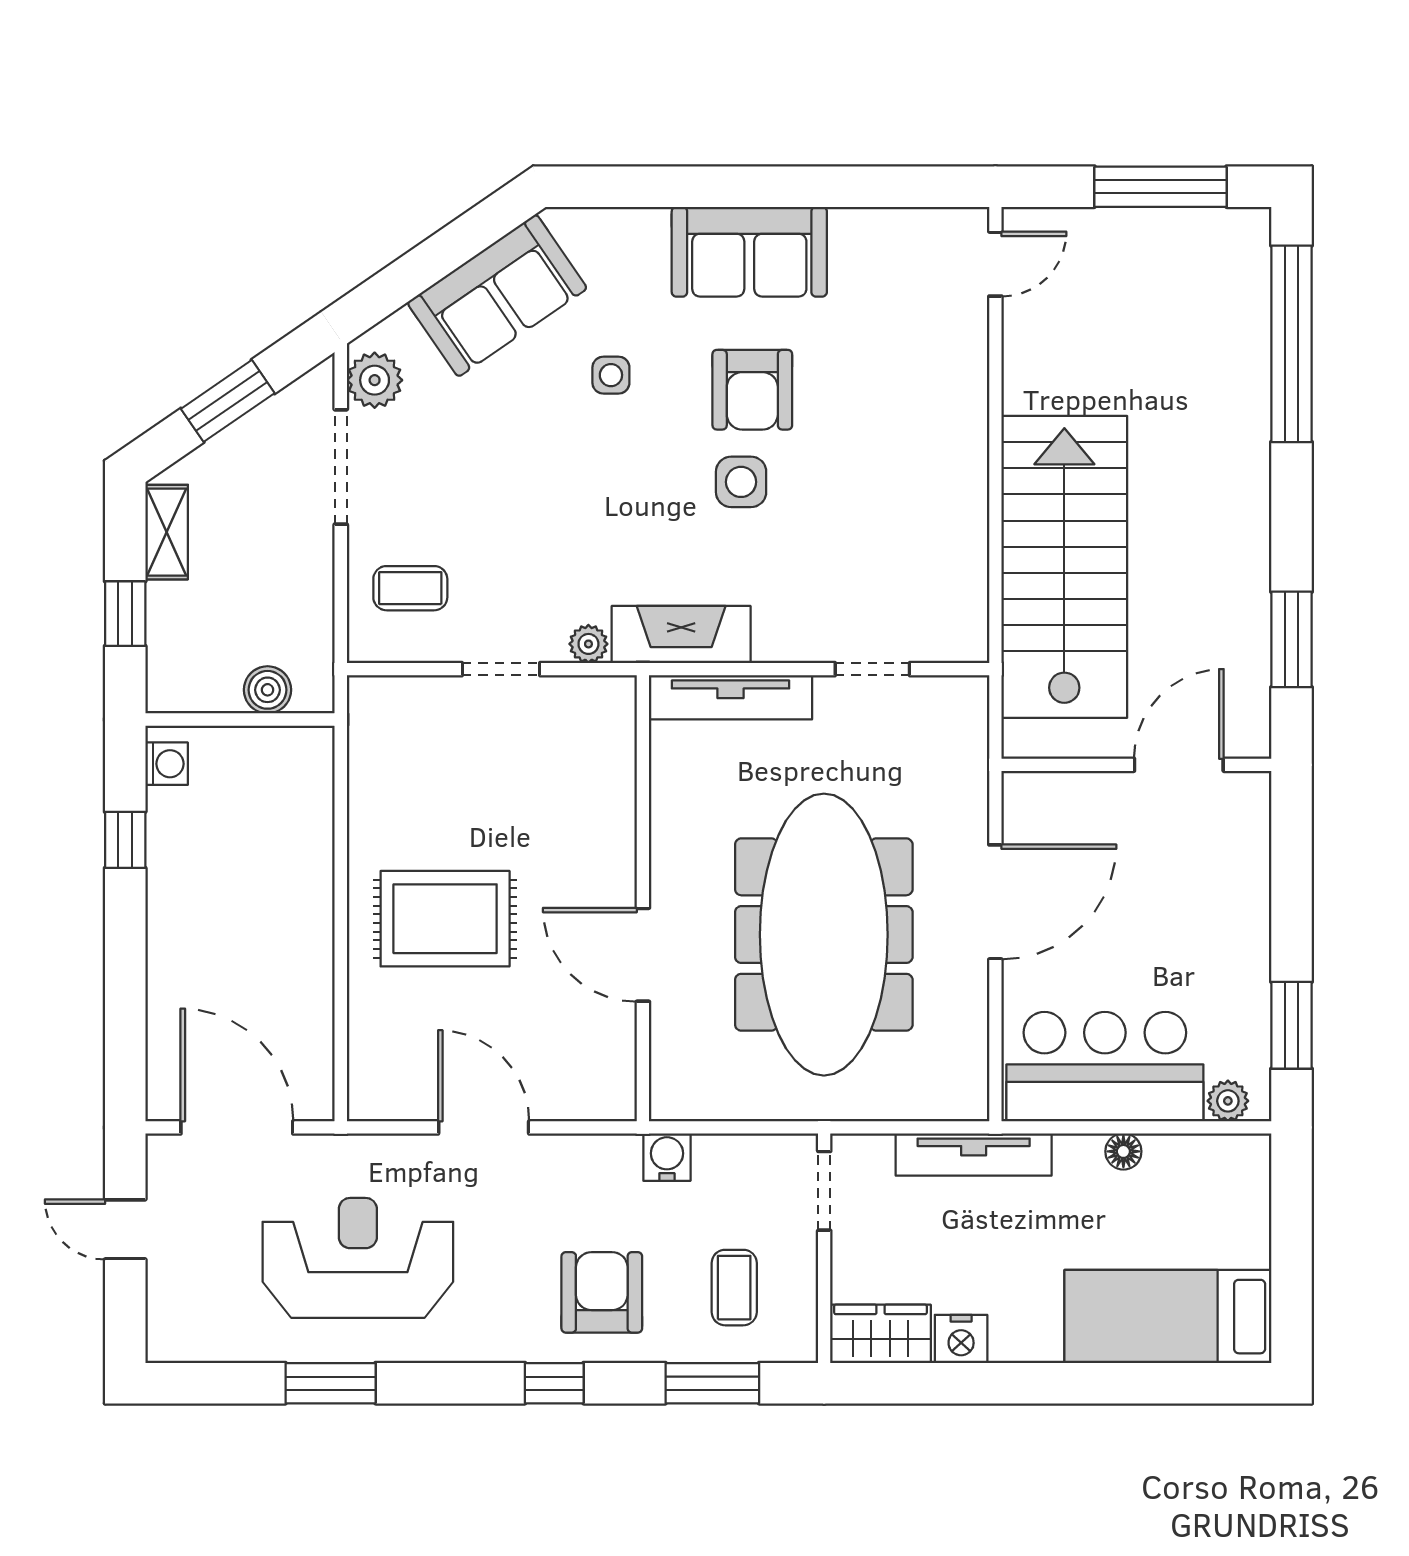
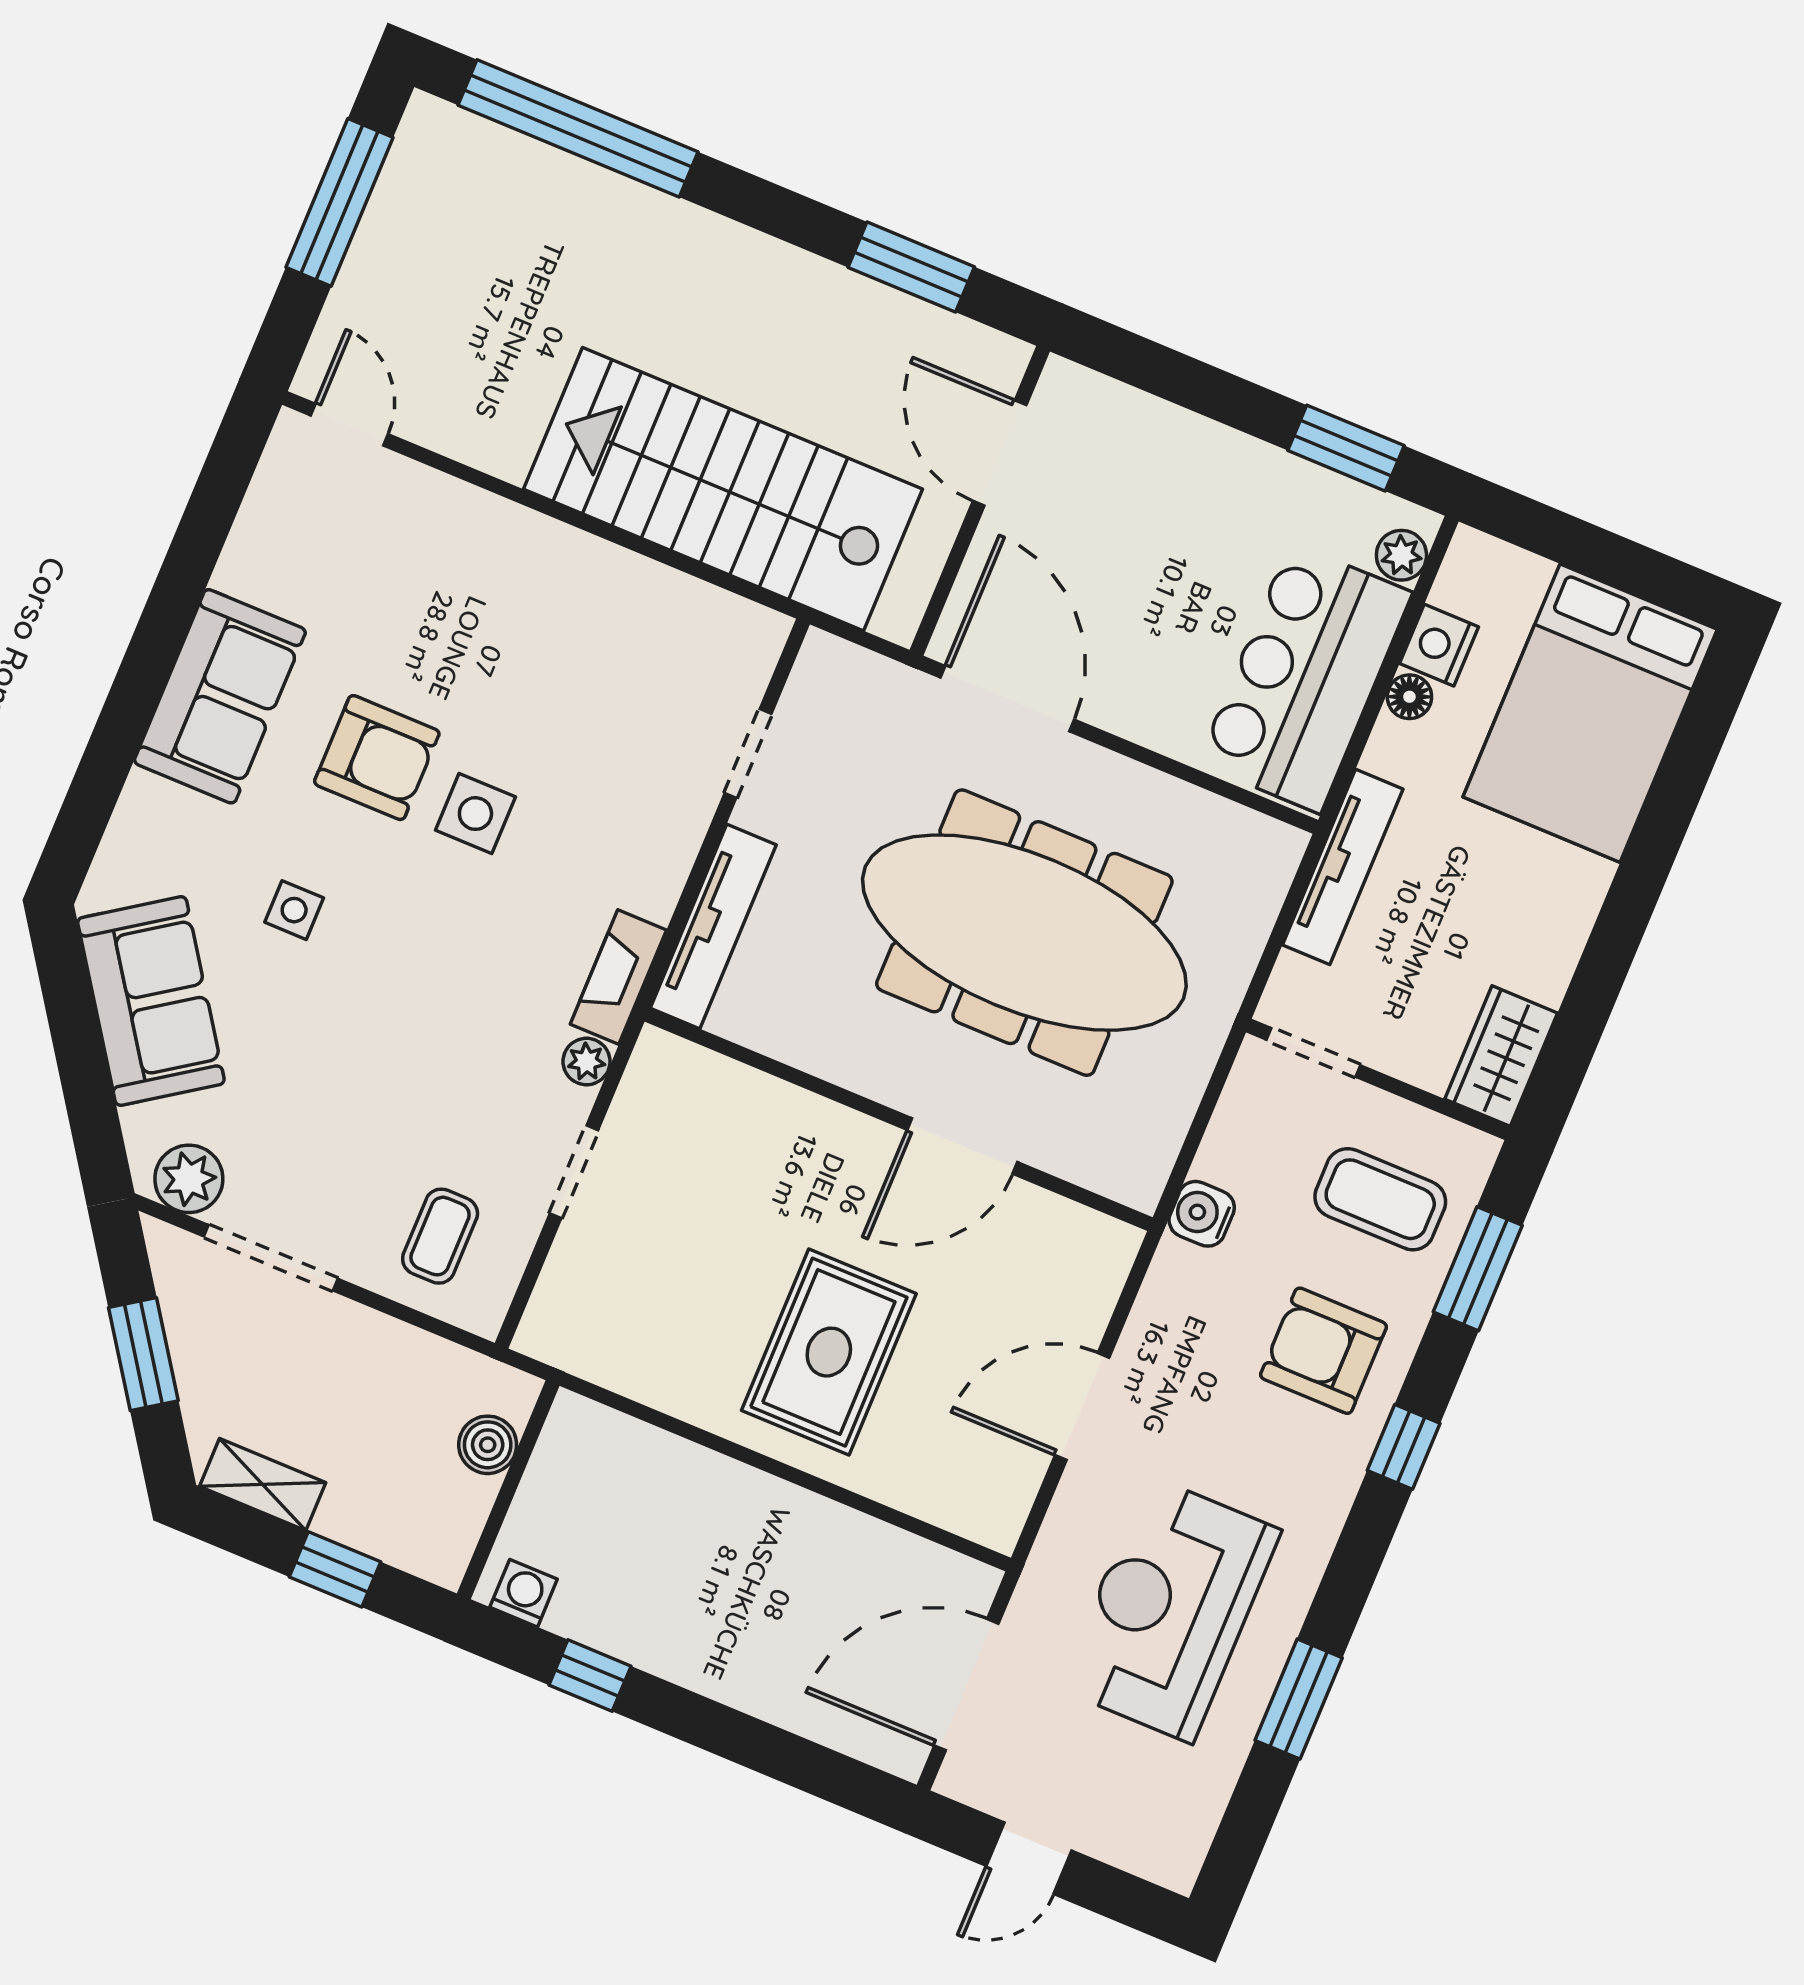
fireplace: (681, 635) -> (618, 977), width x0.73, depth x0.76
door: (995, 902) -> (1007, 699), moved
coffee table: (734, 1288) -> (1380, 1199), width x1.36, depth x1.30
bed: (1168, 1317) -> (1590, 713), width x1.50
nightstand: (961, 1339) -> (1439, 645), moved, turned 180

